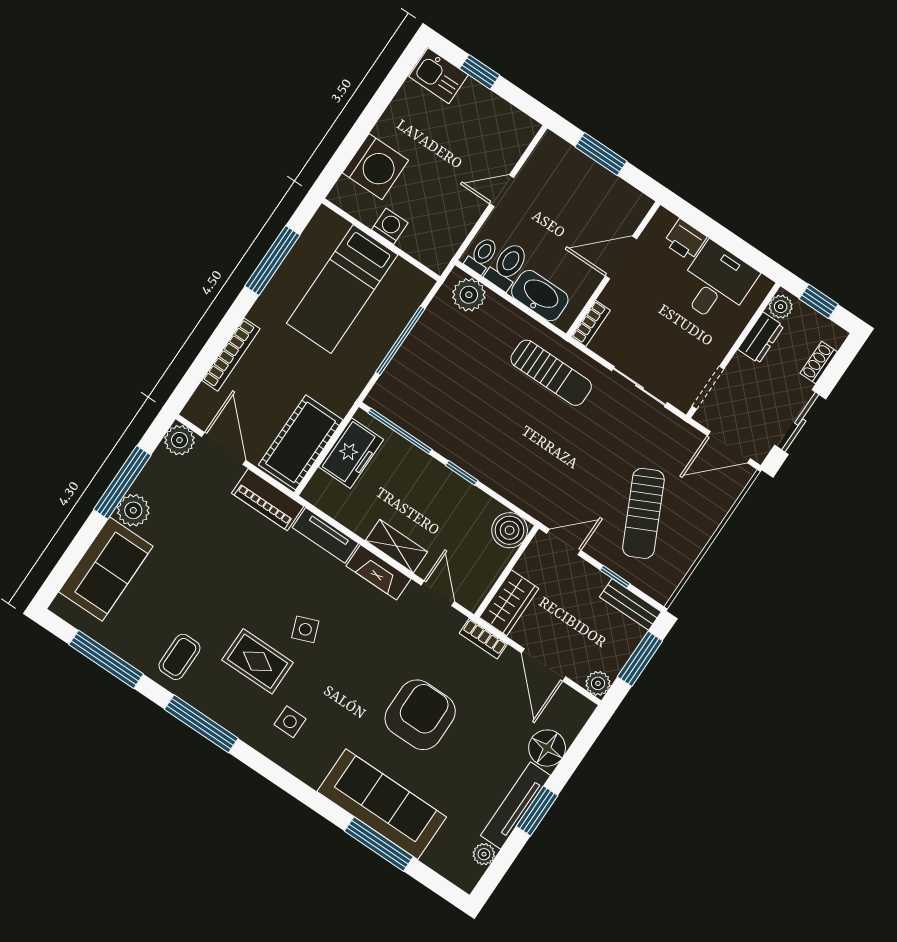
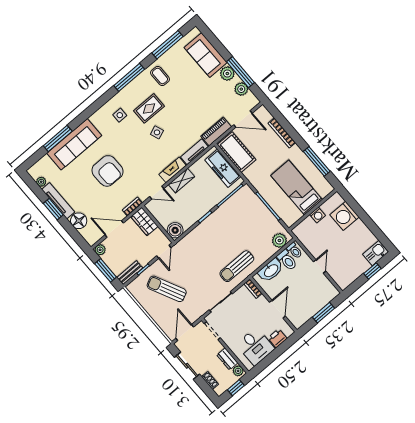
plant: (180, 440) -> (241, 89), moved
freezer: (351, 453) -> (223, 168), width x1.40

